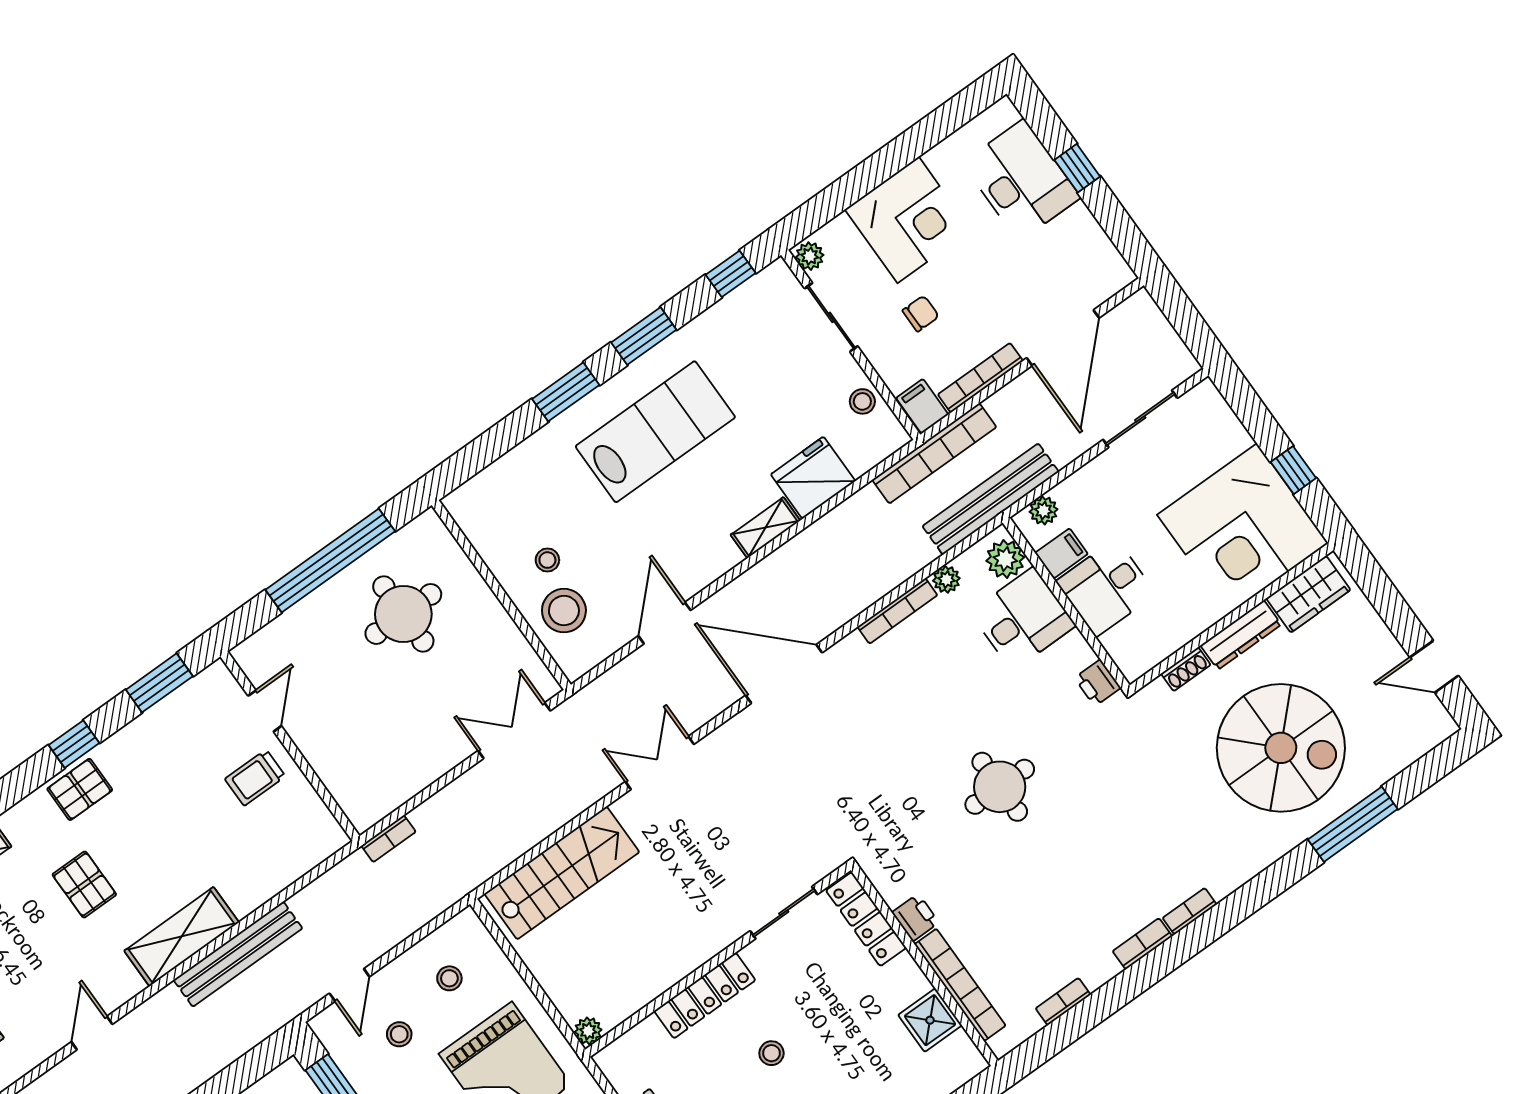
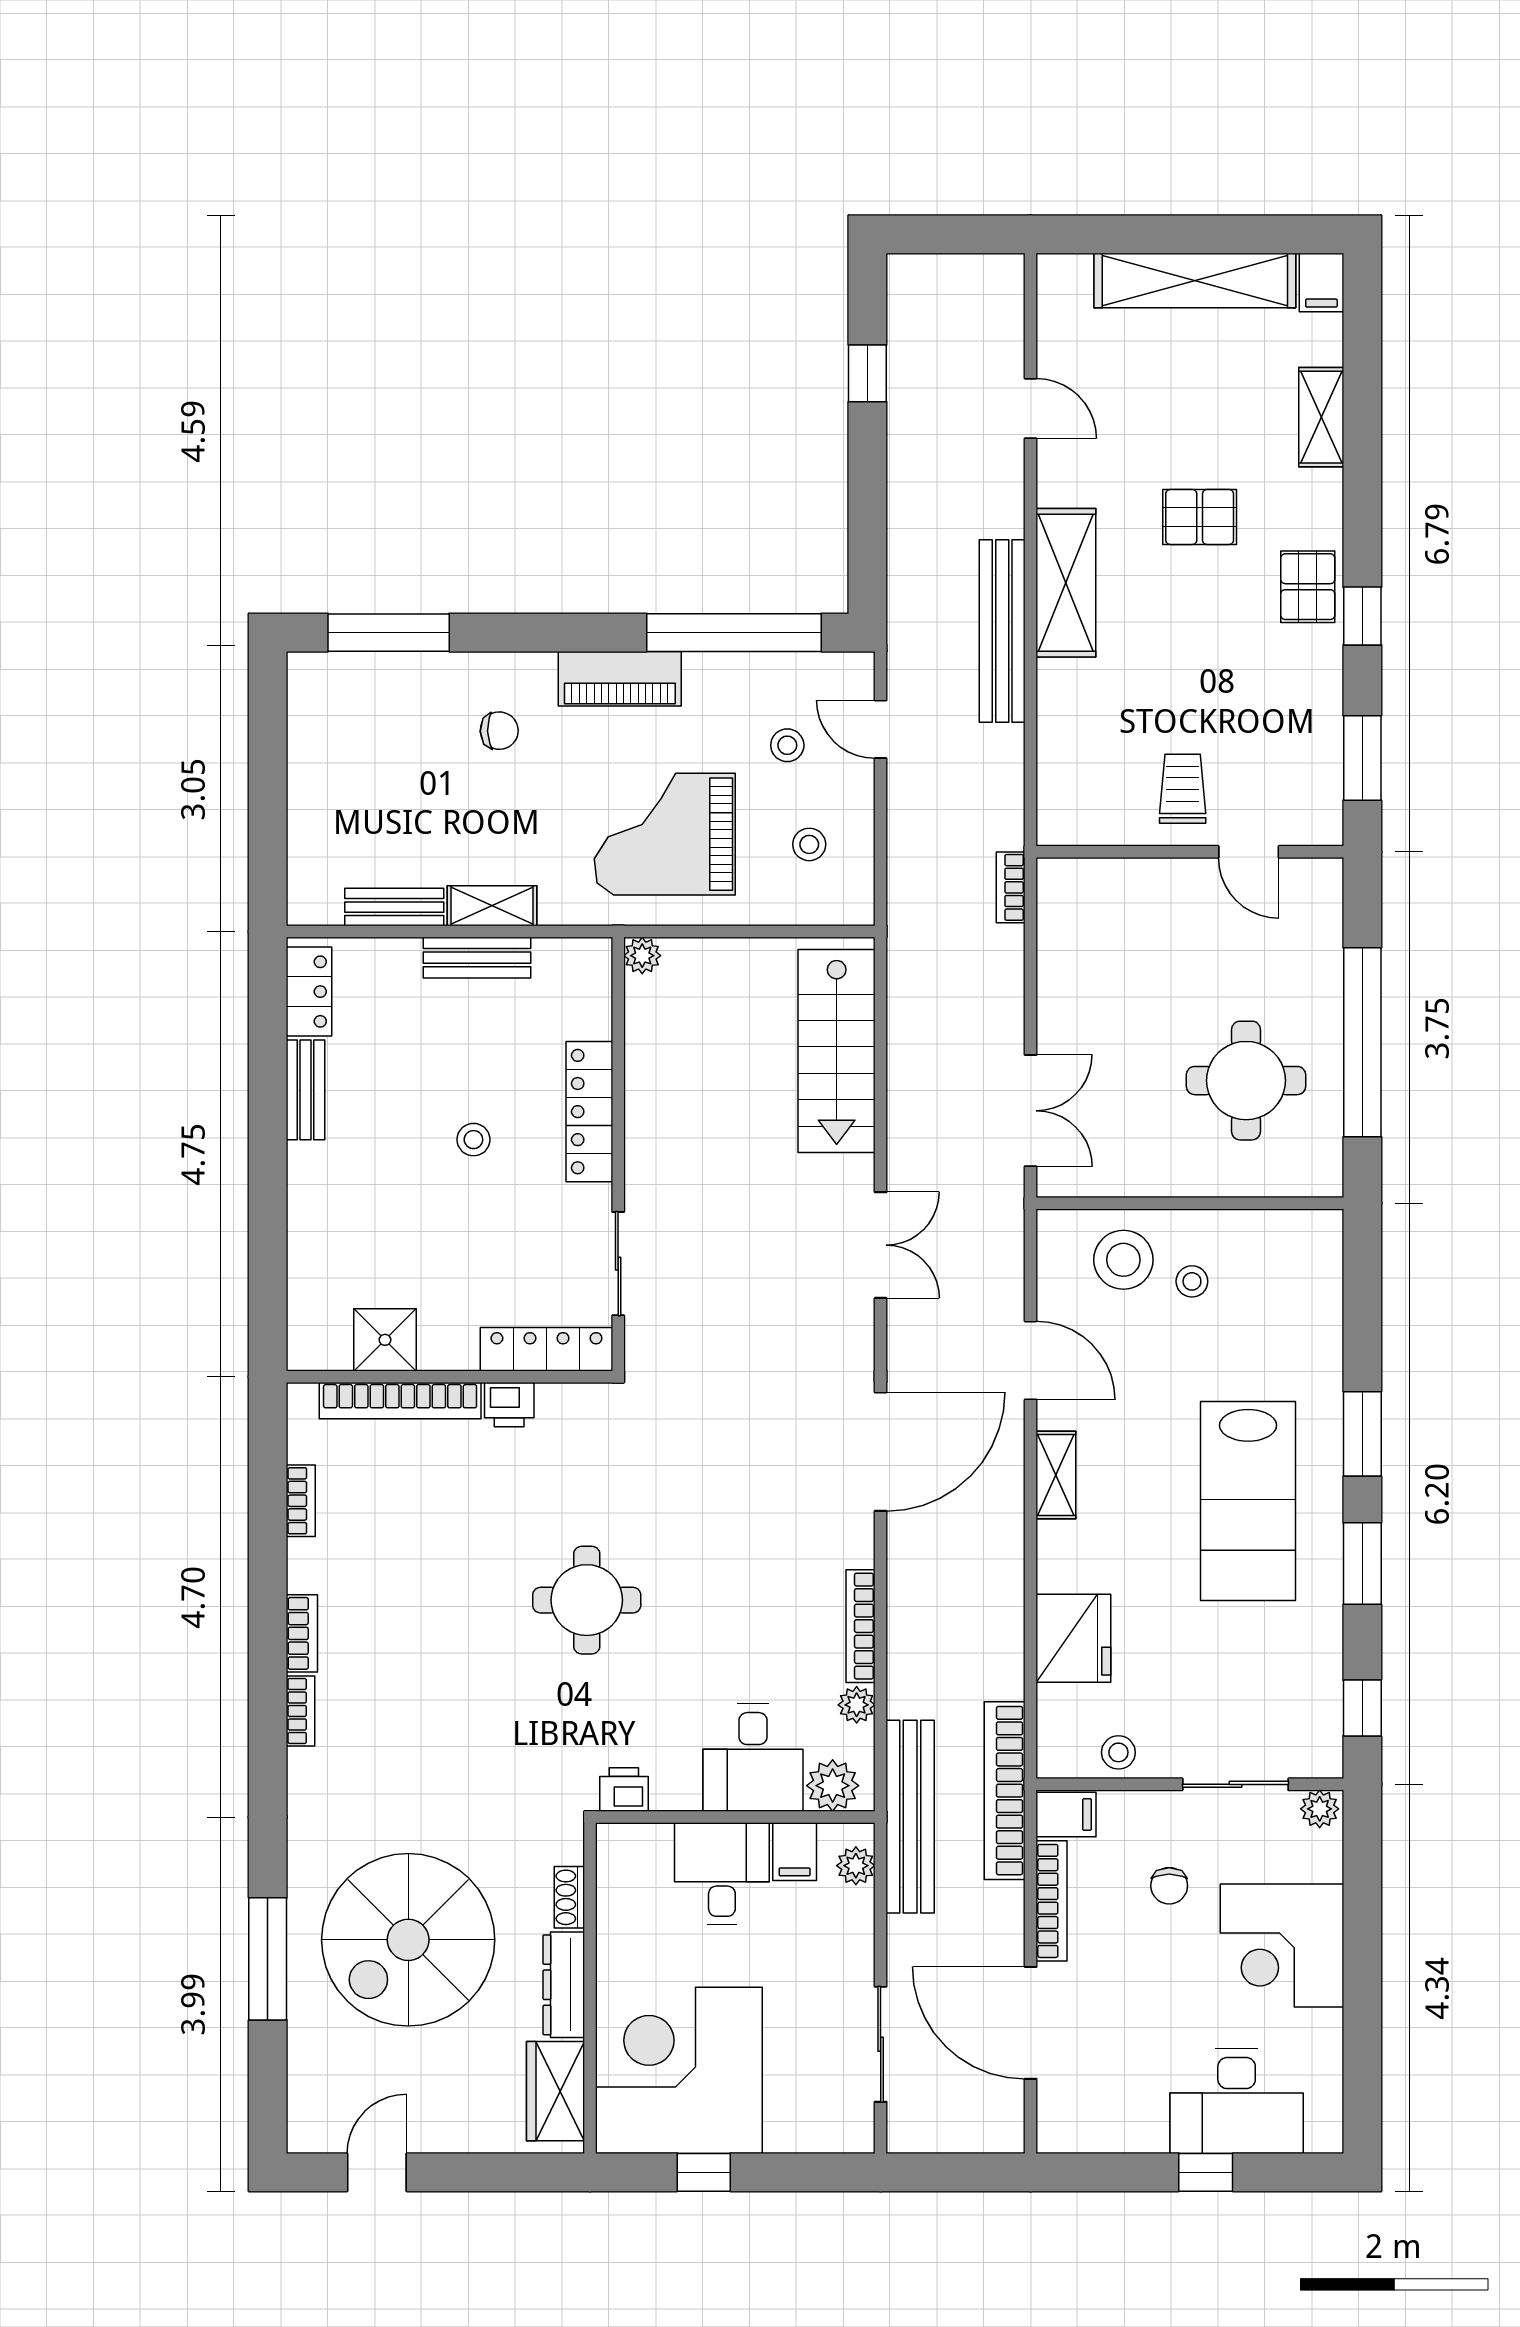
shelving: (765, 528) -> (1056, 1475), moved

